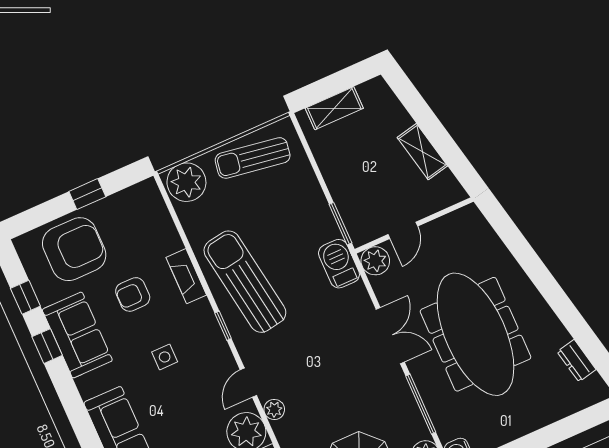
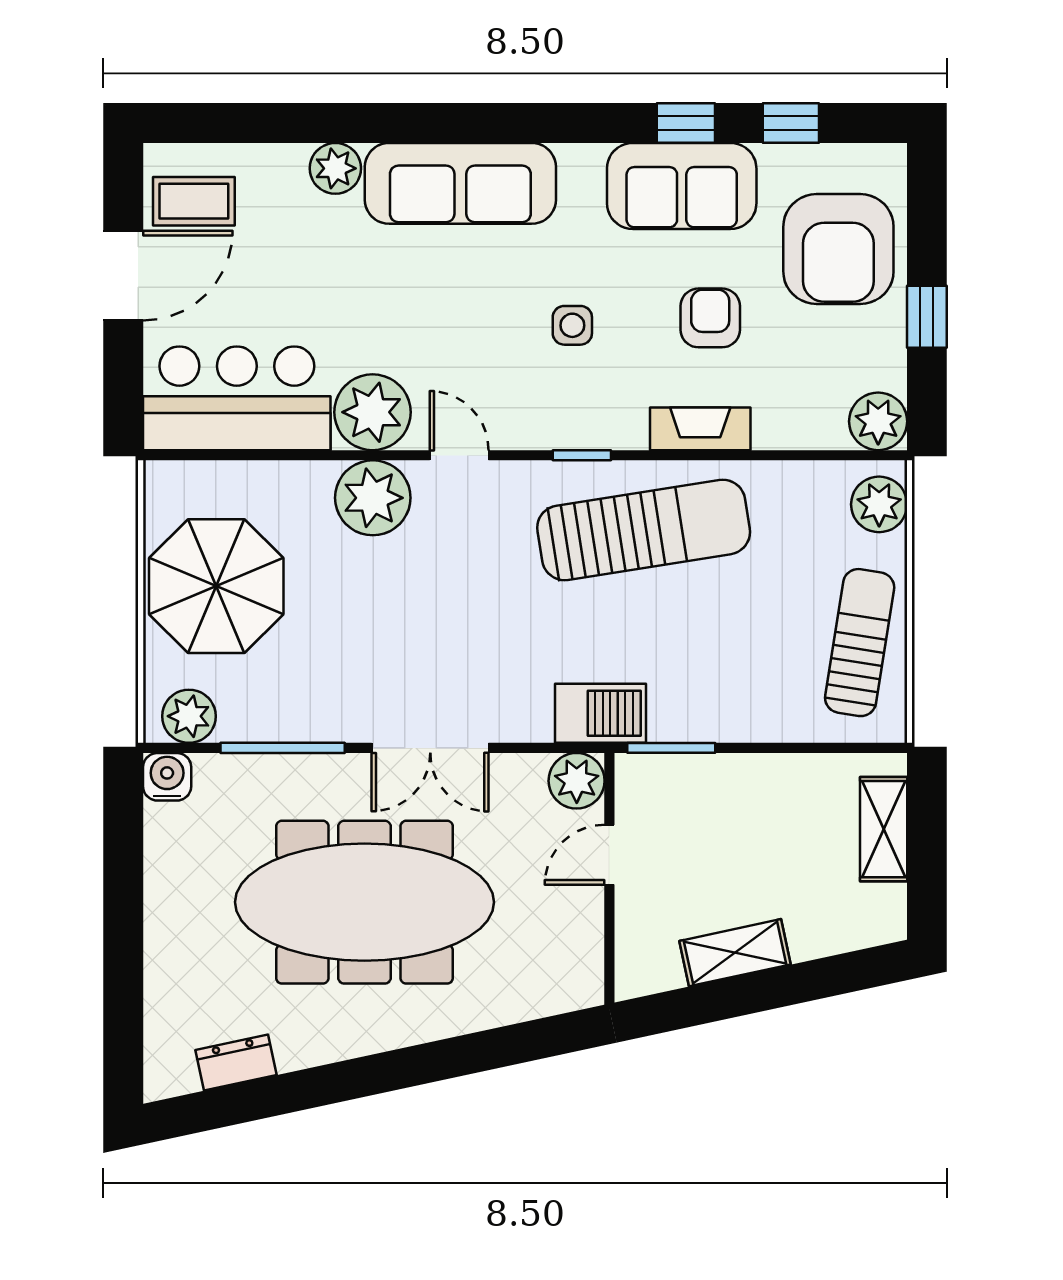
plant: (186, 182) -> (879, 504), width x0.73, depth x0.73
plant: (146, 195) -> (878, 421), added
door: (403, 230) -> (609, 855), hinge flipped
plant: (274, 409) -> (373, 498), width x1.87, depth x1.87

